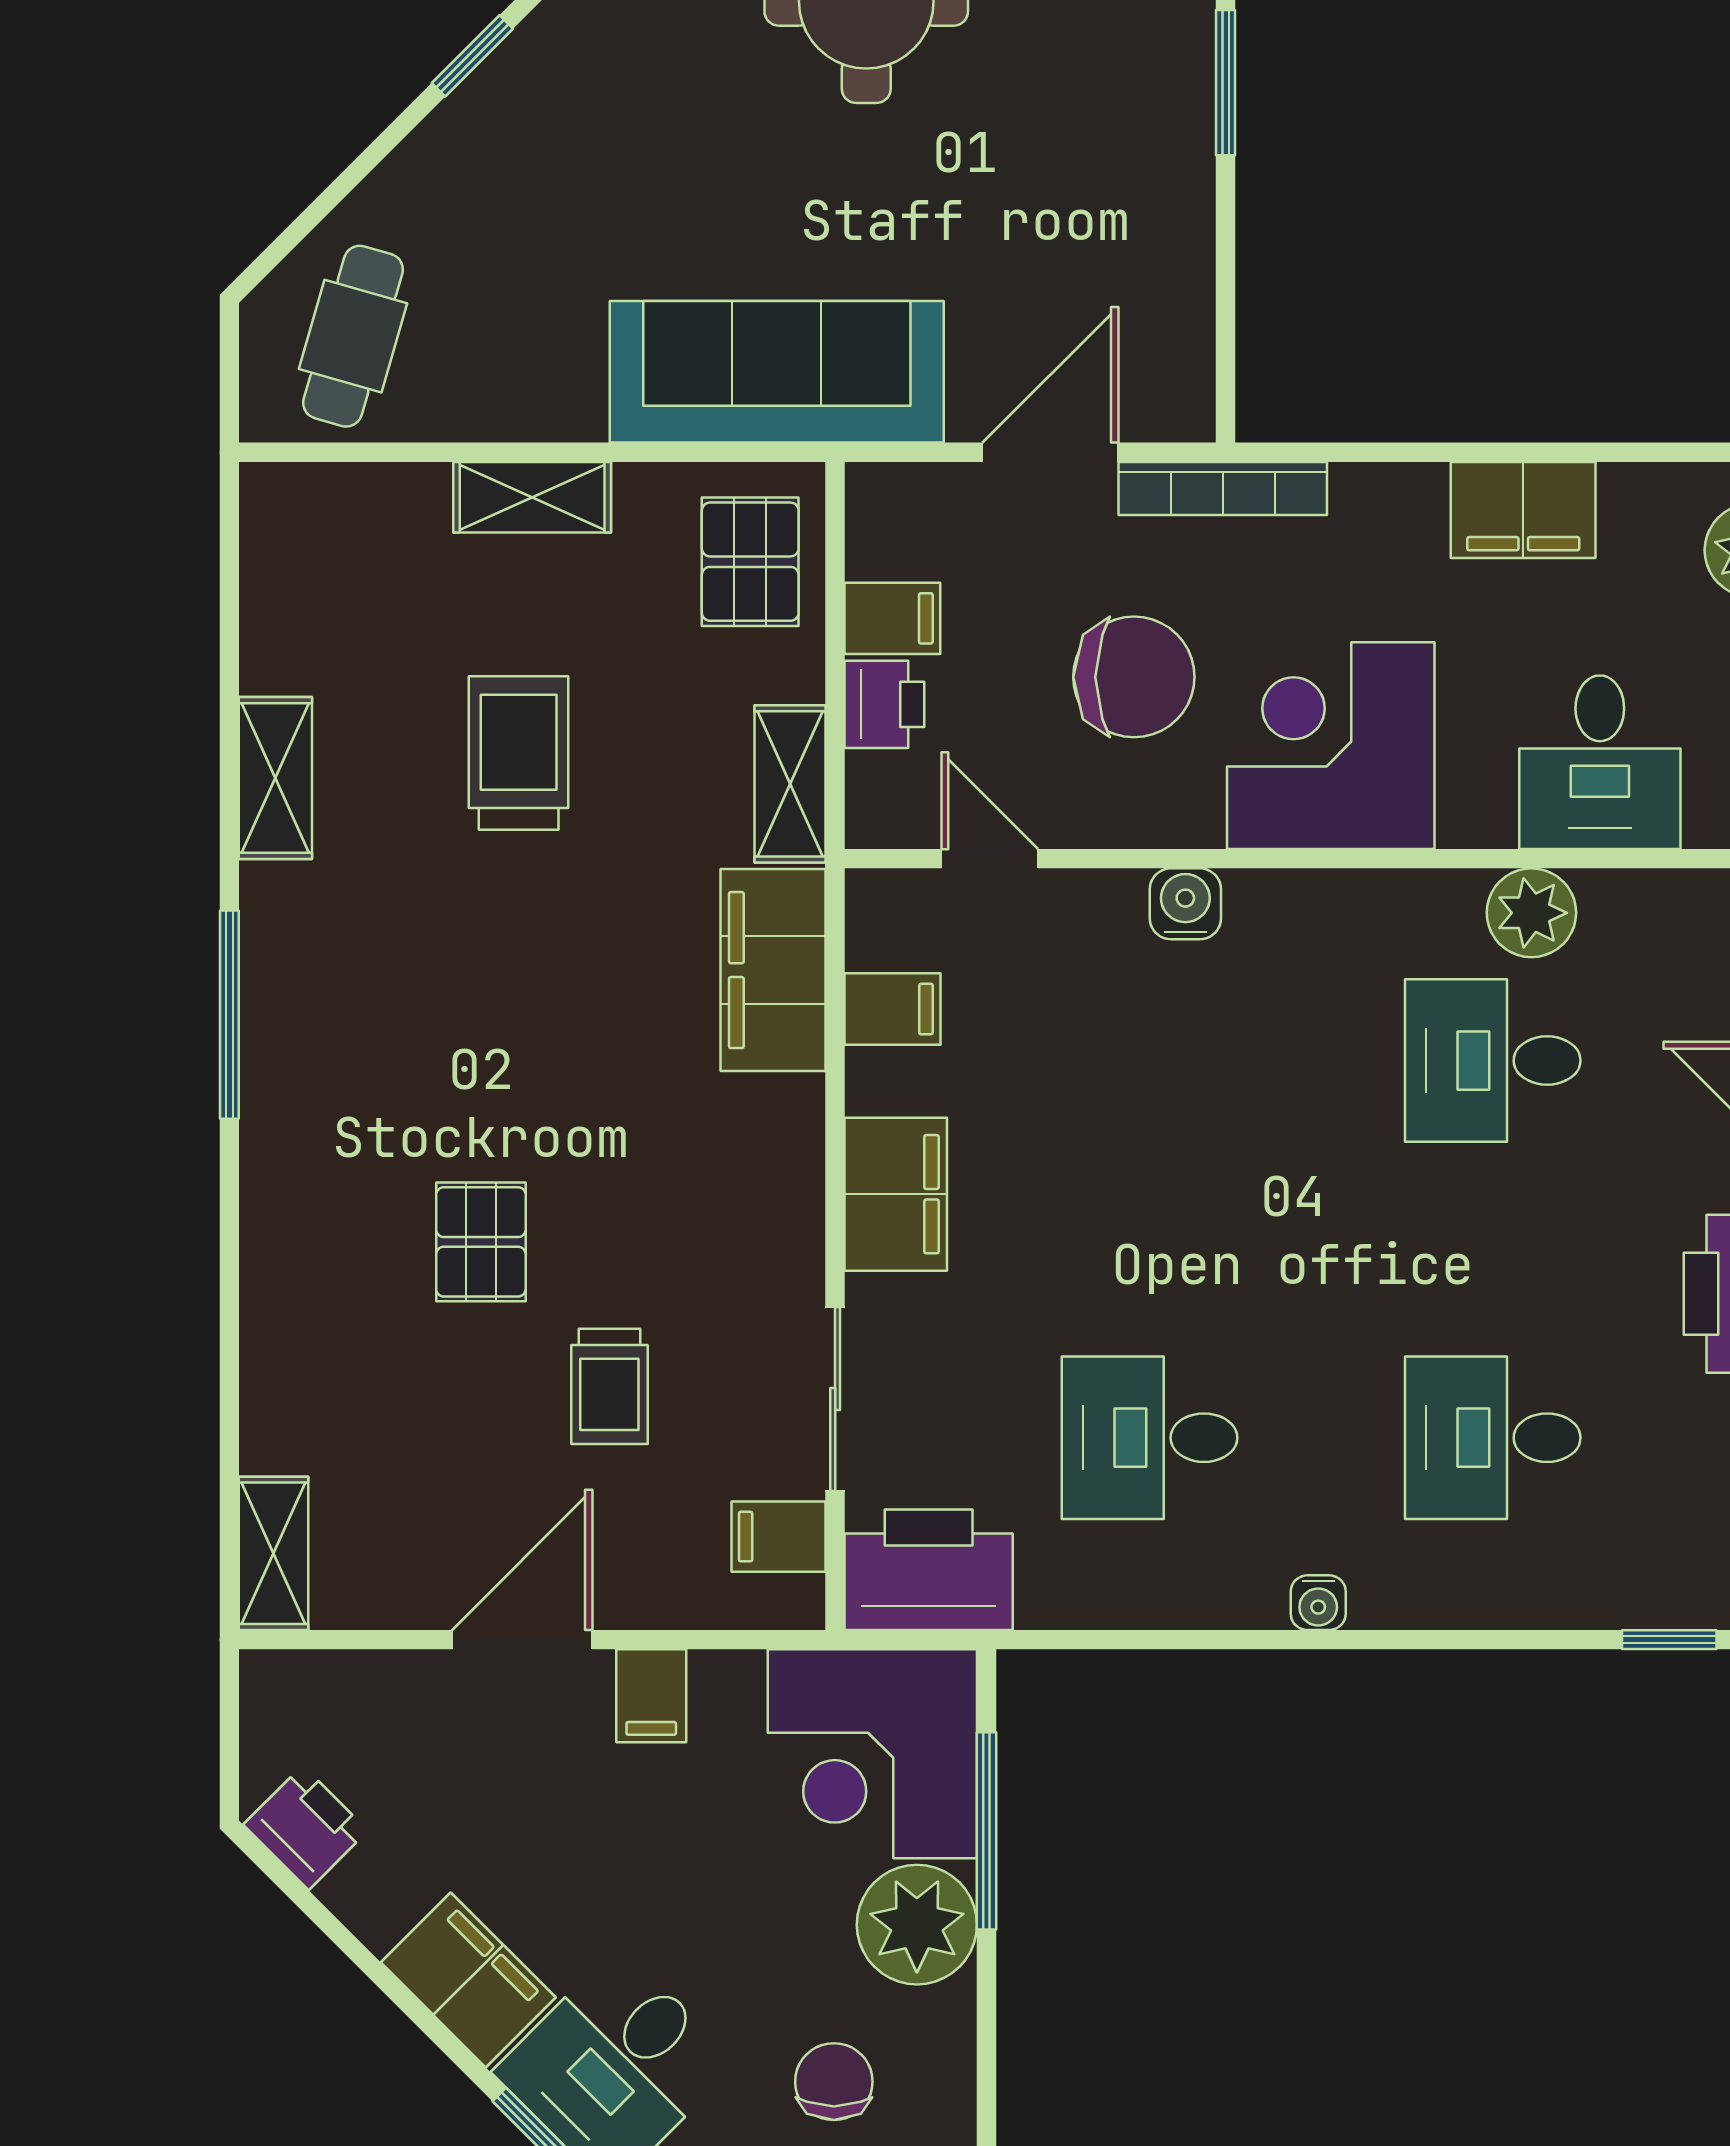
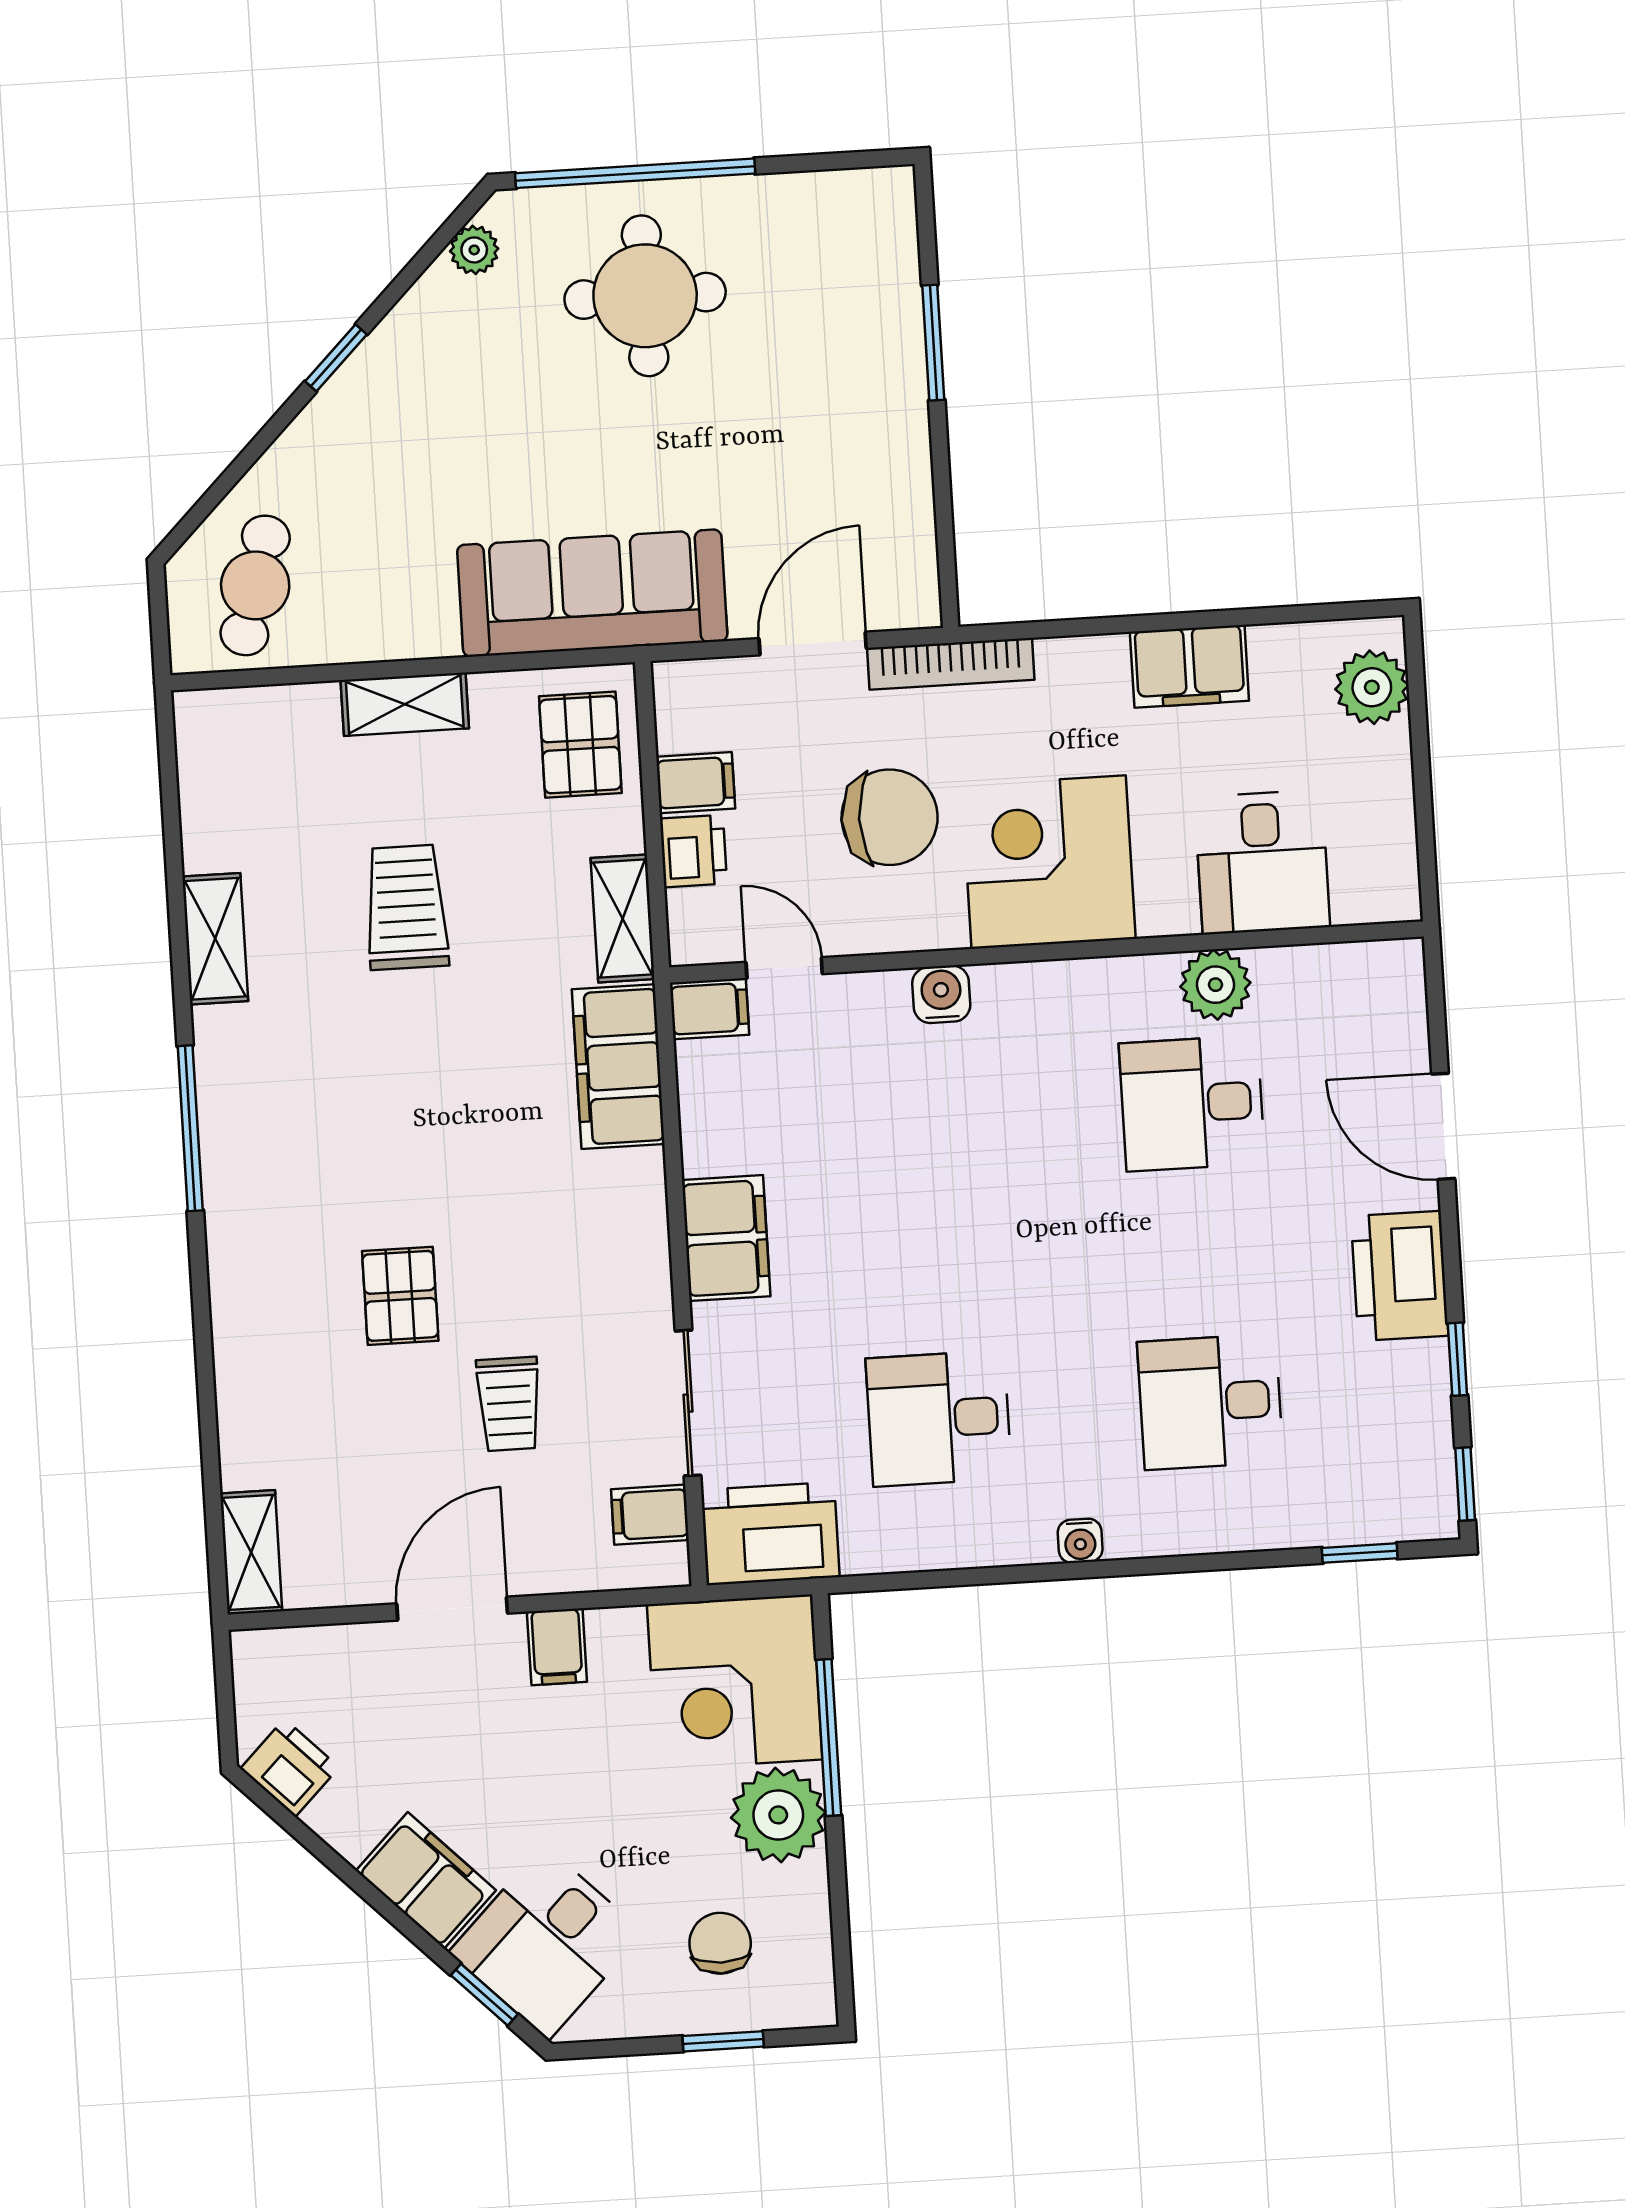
filing cabinet: (892, 1009) -> (709, 1009), moved

